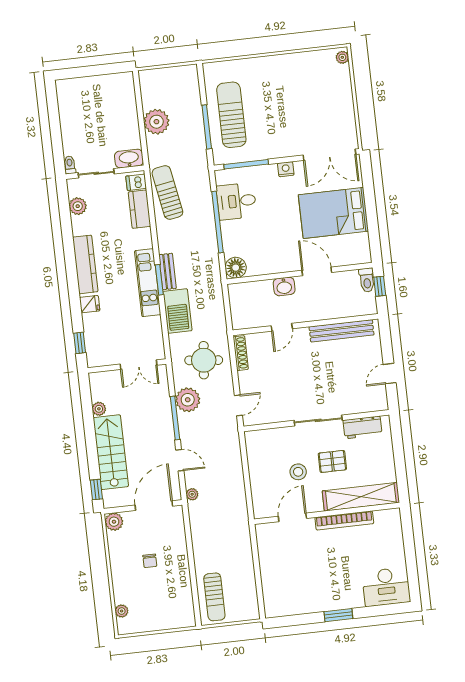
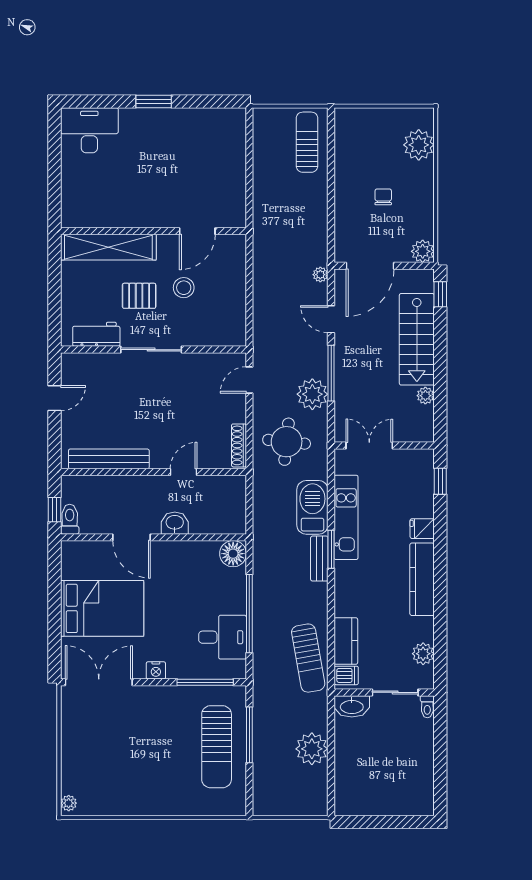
kitchen unit: (148, 283) -> (346, 517), moved
bookcase: (344, 520) -> (133, 220), removed
plant: (122, 611) -> (419, 145), width x1.88, depth x1.88

